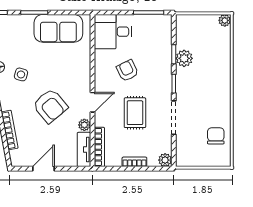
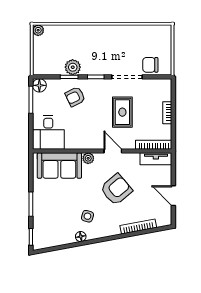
floor lamp: (164, 22) -> (39, 85), added
sofa: (58, 28) -> (59, 166), moved, turned 90
armchair: (127, 71) -> (75, 97), moved
rug: (135, 113) -> (122, 112), turned 90
plant: (84, 125) -> (88, 158), moved
chair: (216, 136) -> (150, 65), moved
plant: (165, 160) -> (166, 85), removed

